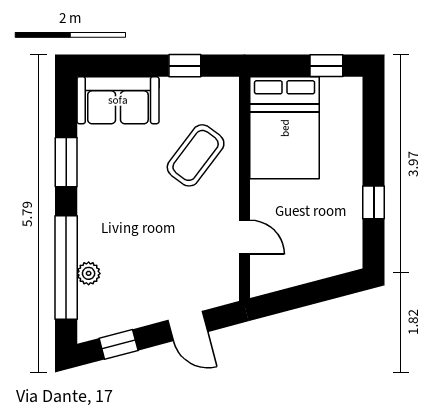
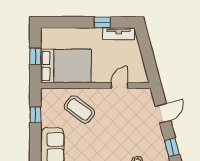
window: (326, 66) -> (35, 56), moved
tv unit: (350, 235) -> (118, 34), added

